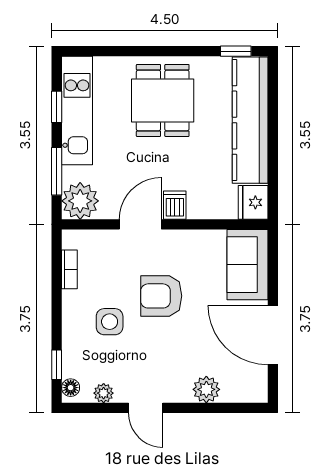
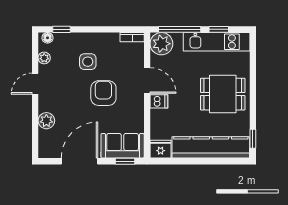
window: (57, 171) -> (180, 29), width x1.44
window: (273, 261) -> (125, 161), added
bookcase: (69, 269) -> (132, 37), moved

